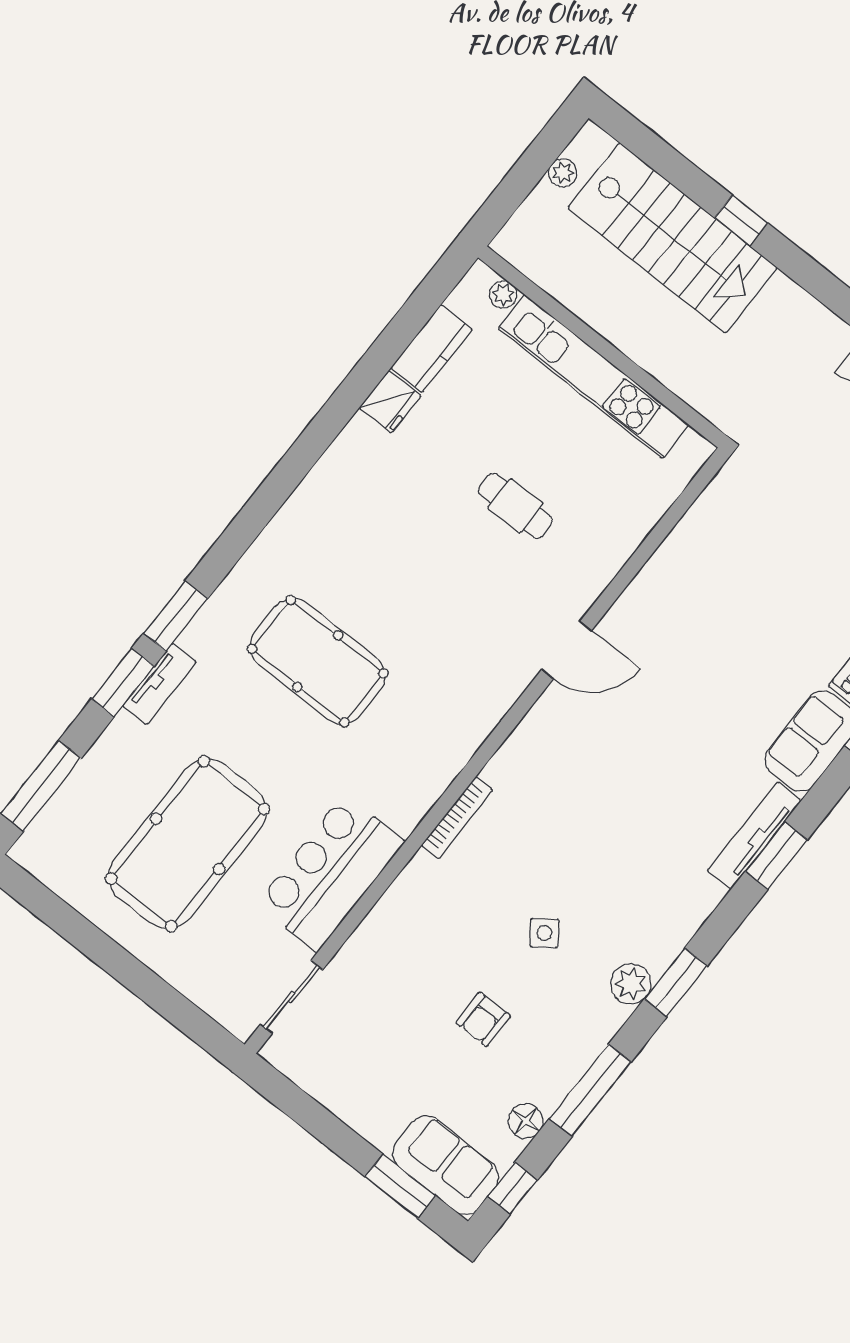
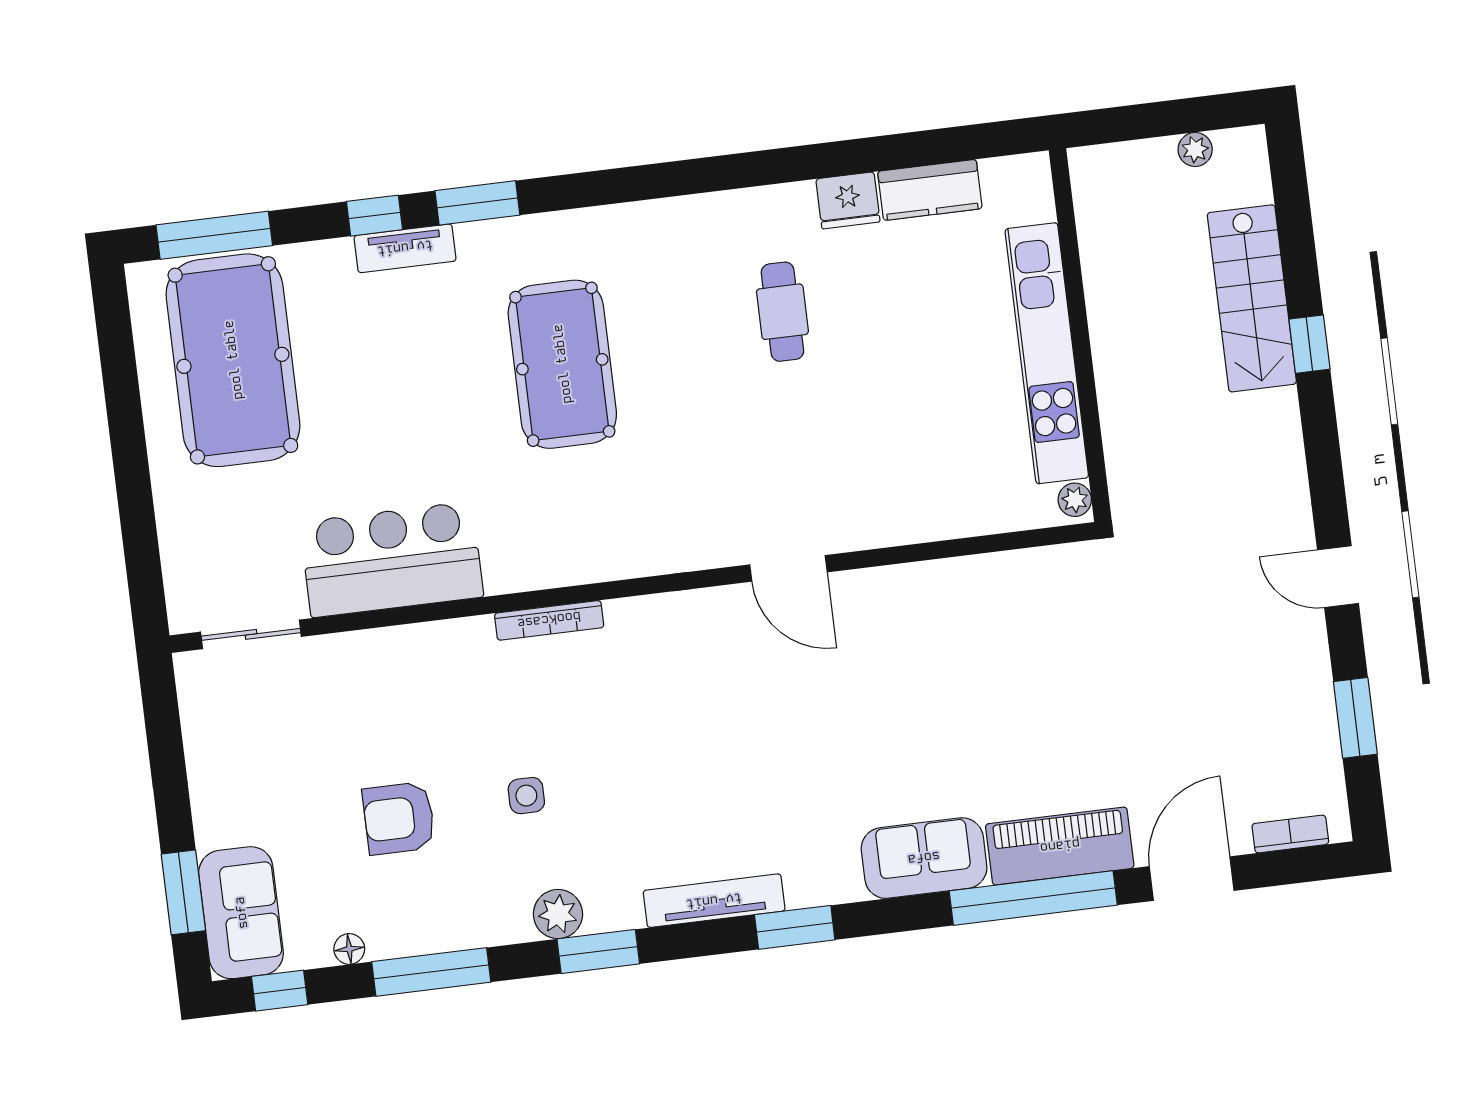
stairs: (673, 238) -> (1252, 298), width x0.73, depth x0.66
plant: (503, 295) -> (1075, 500), moved
cafe table: (515, 506) -> (782, 312), moved
window: (123, 682) -> (374, 216), width x0.67
tv unit: (754, 836) -> (714, 901), moved
pool table: (188, 844) -> (233, 360), moved, turned 90
side table: (544, 933) -> (526, 796), turned 36
armchair: (483, 1019) -> (399, 818), width x1.38, depth x1.38
floor lamp: (526, 1121) -> (349, 949), width x0.73, depth x0.73

